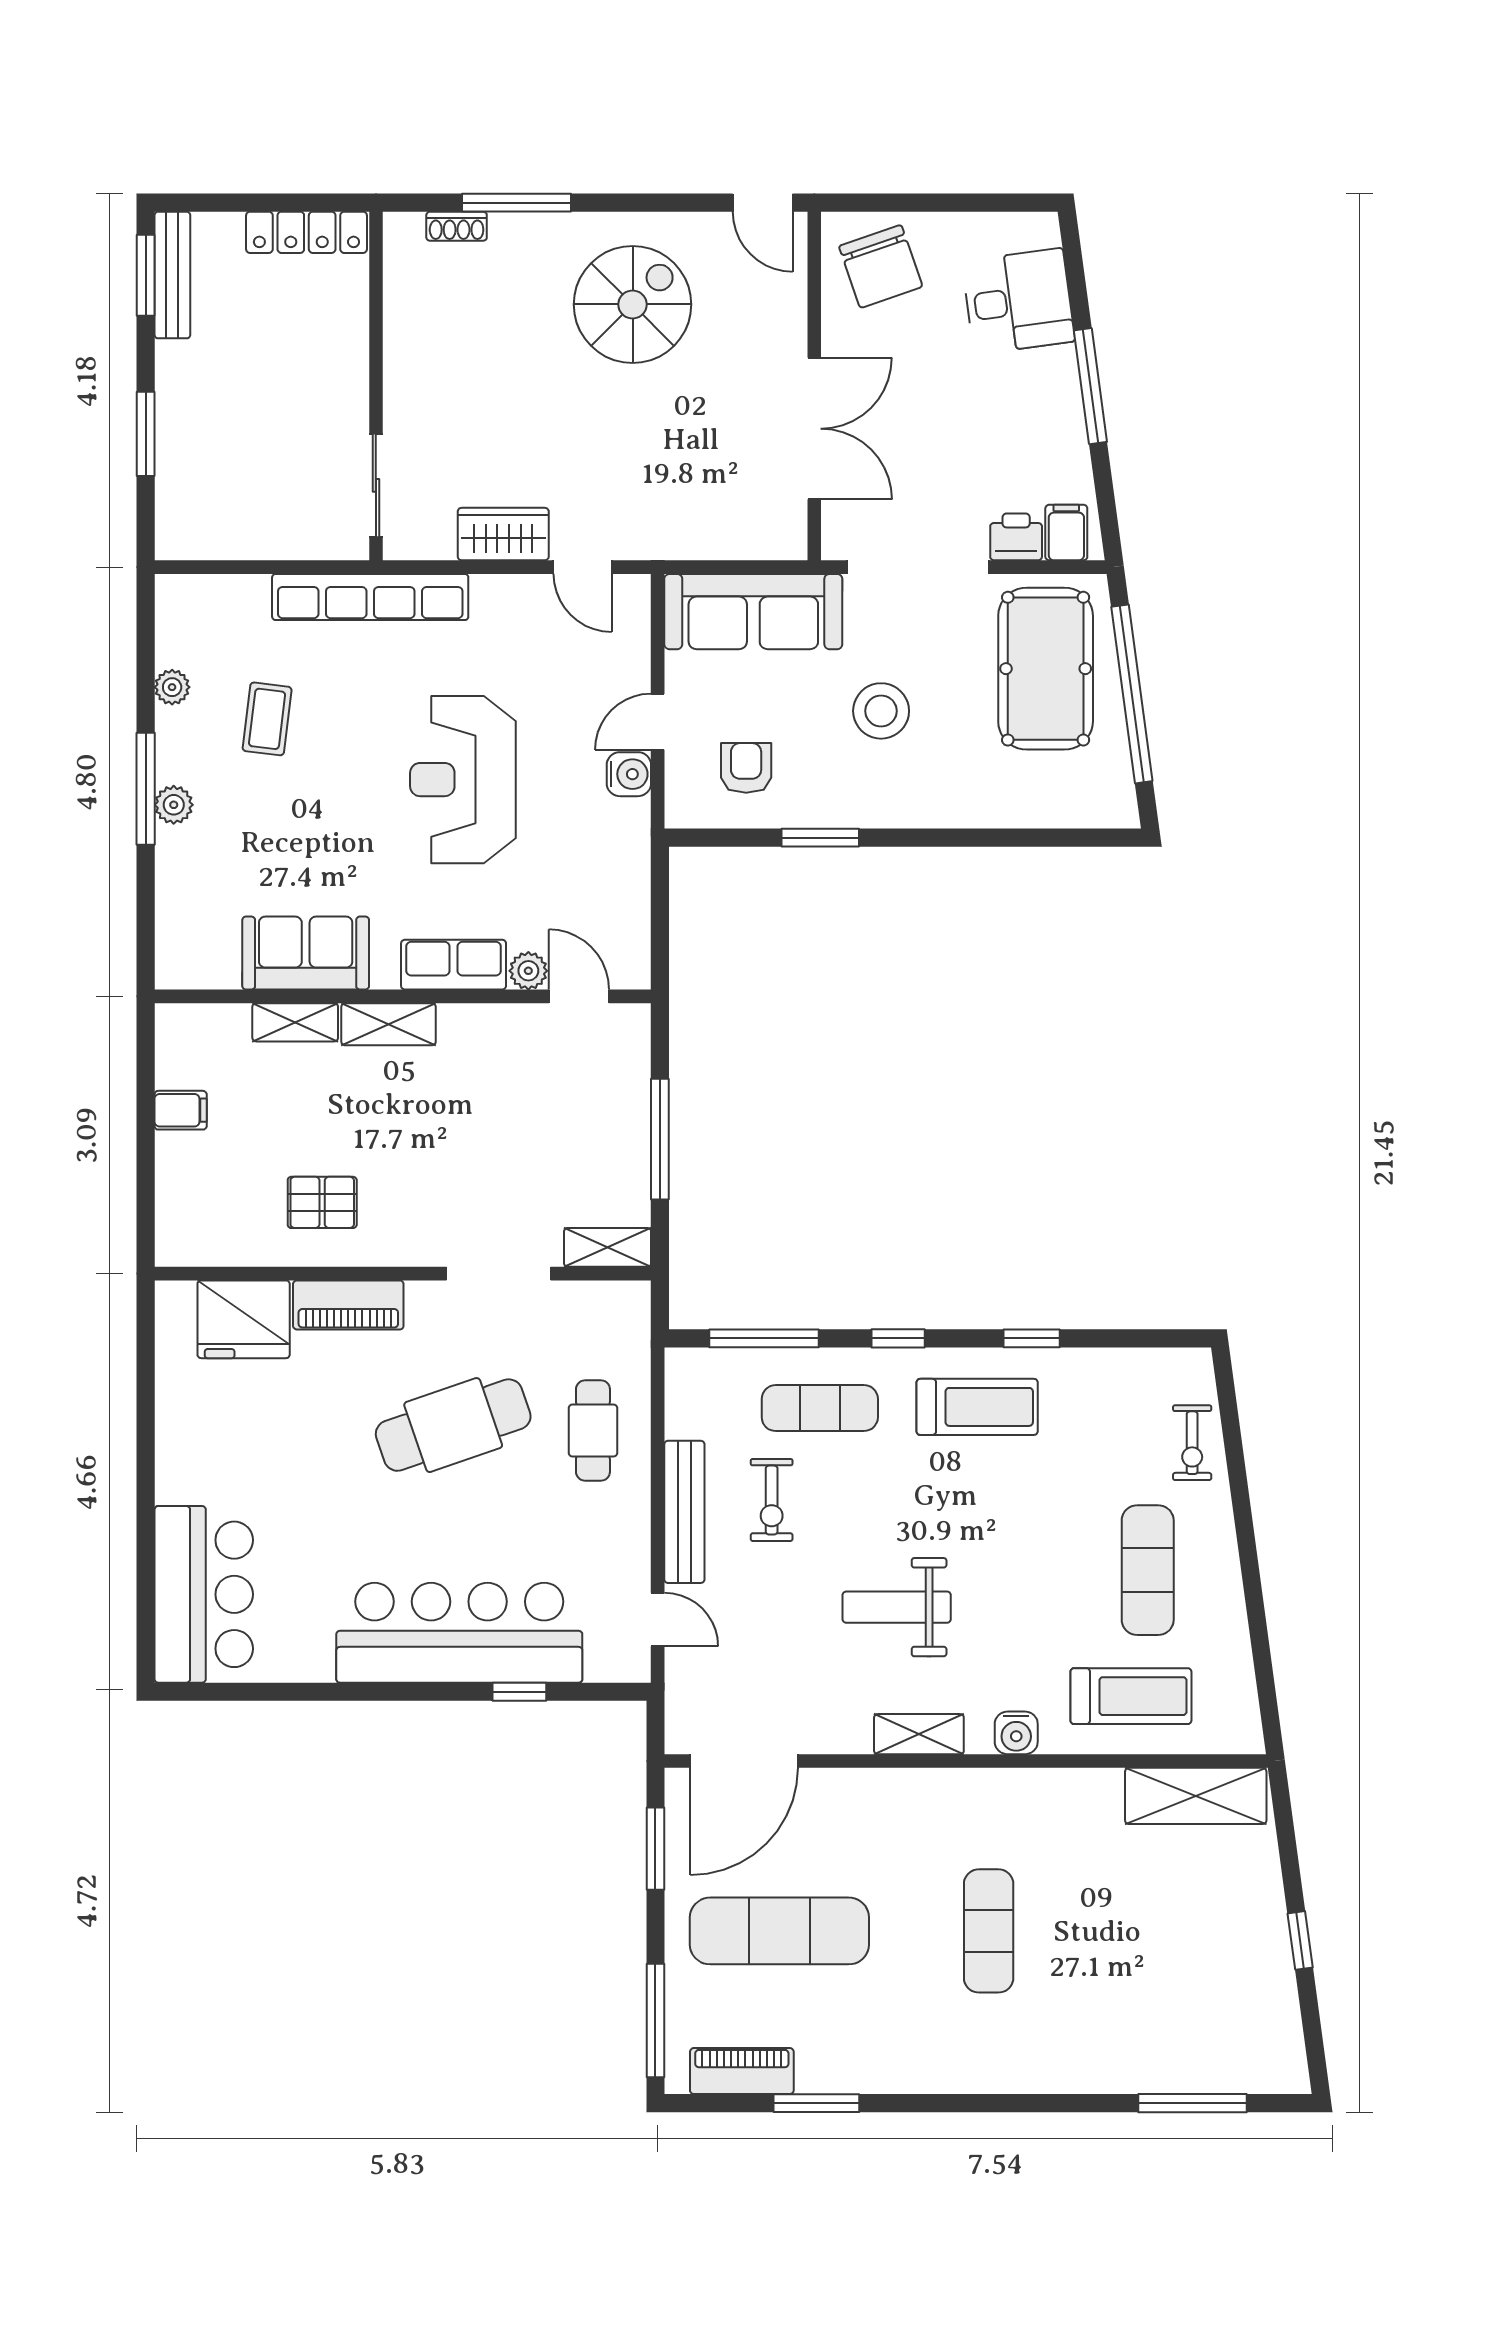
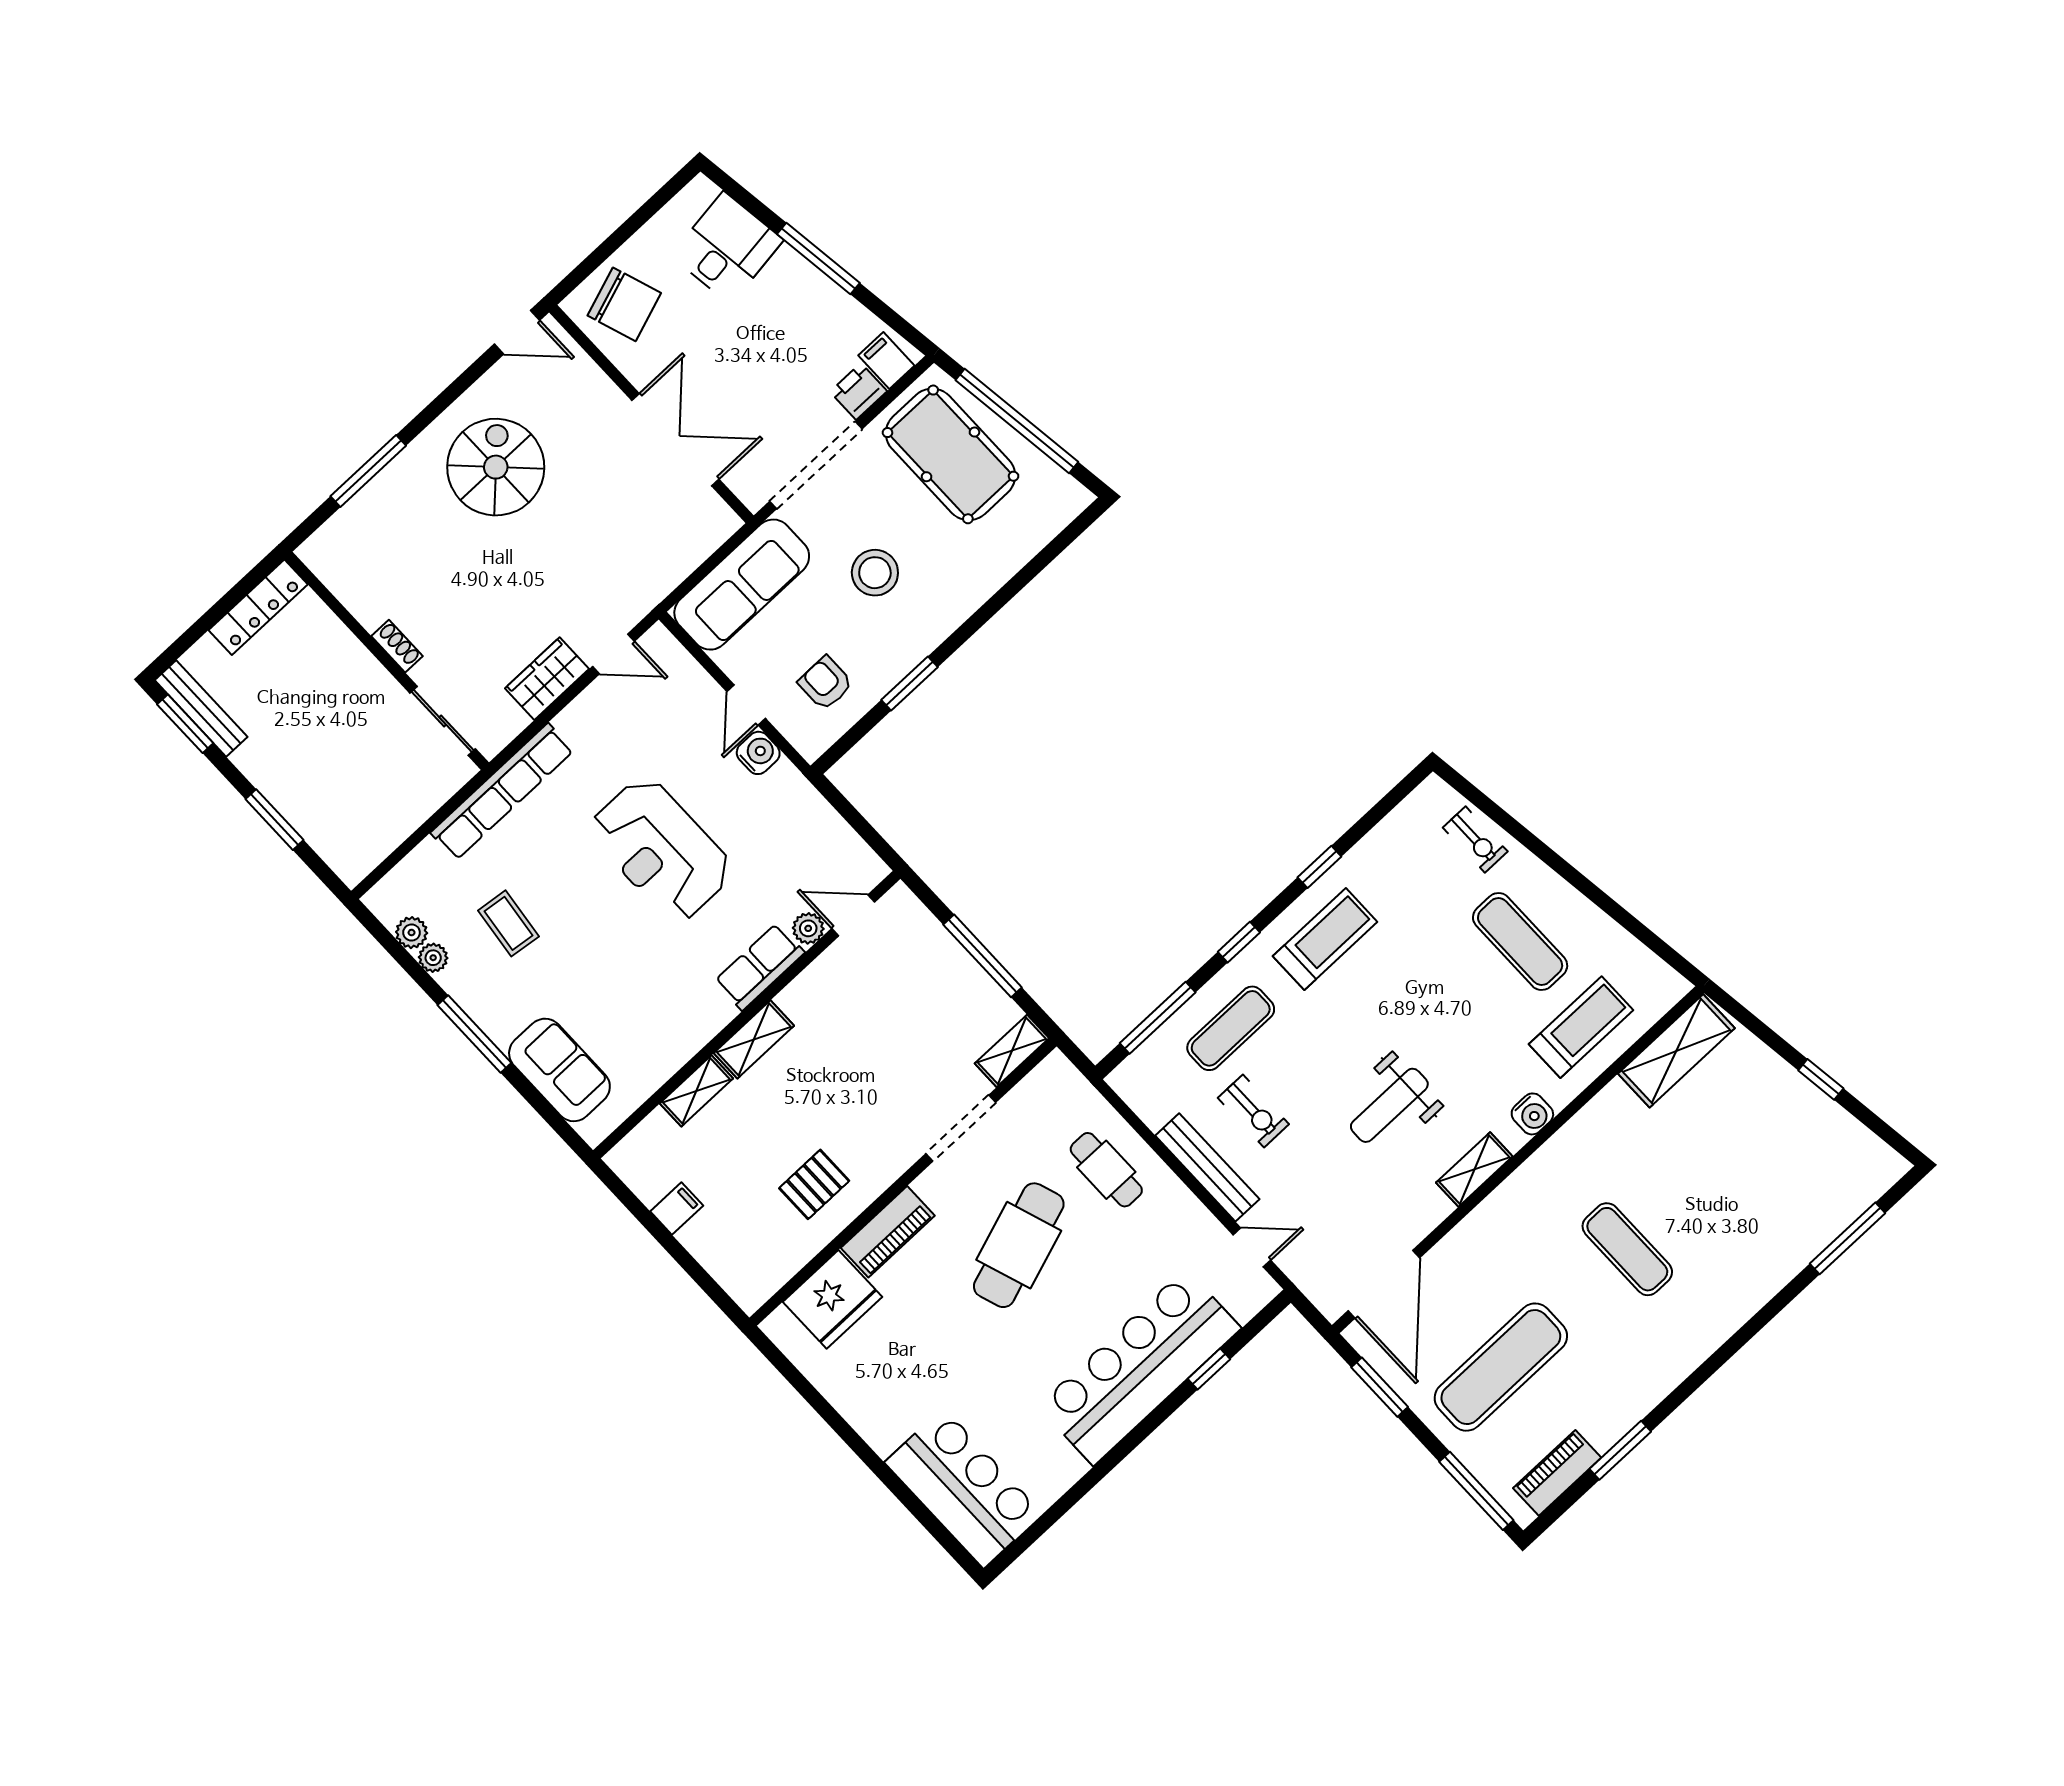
shoe rack: (457, 226) -> (397, 646), moved, turned -90
plant: (174, 805) -> (412, 933), moved
sofa: (306, 953) -> (559, 1070), moved, turned 90

